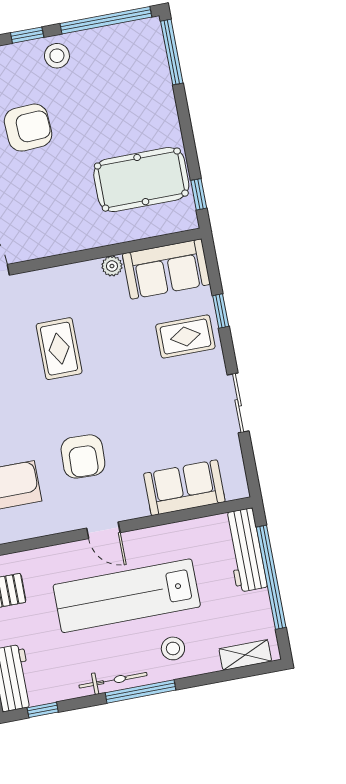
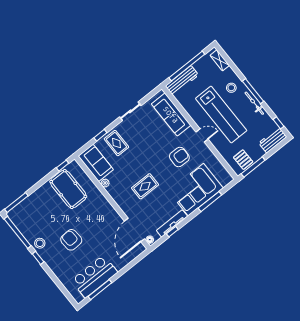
sofa: (184, 488) -> (171, 114), width x1.36
door: (103, 530) -> (202, 135), hinge flipped

